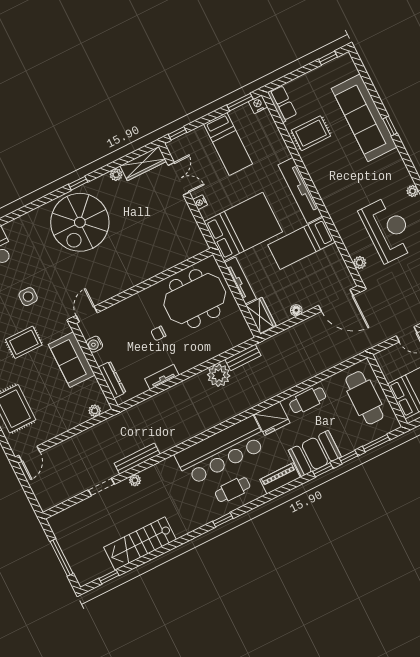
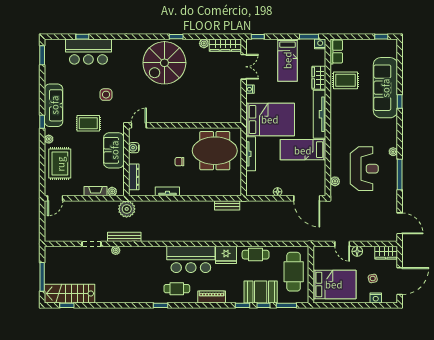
wardrobe: (261, 315) -> (319, 78), moved, turned 180
plant: (219, 375) -> (127, 209), moved
fireplace: (74, 421) -> (95, 191), added
bar counter: (221, 451) -> (191, 259), width x0.73
booth: (315, 454) -> (261, 292), moved
stairs: (140, 543) -> (70, 294), moved

